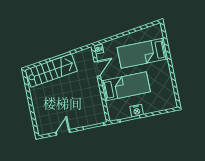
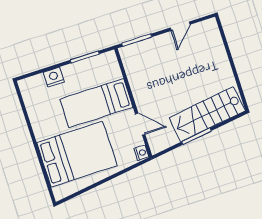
bed: (143, 53) -> (77, 154), width x1.50
door: (97, 69) -> (140, 124), swing flipped
nightstand: (137, 111) -> (54, 77), moved

